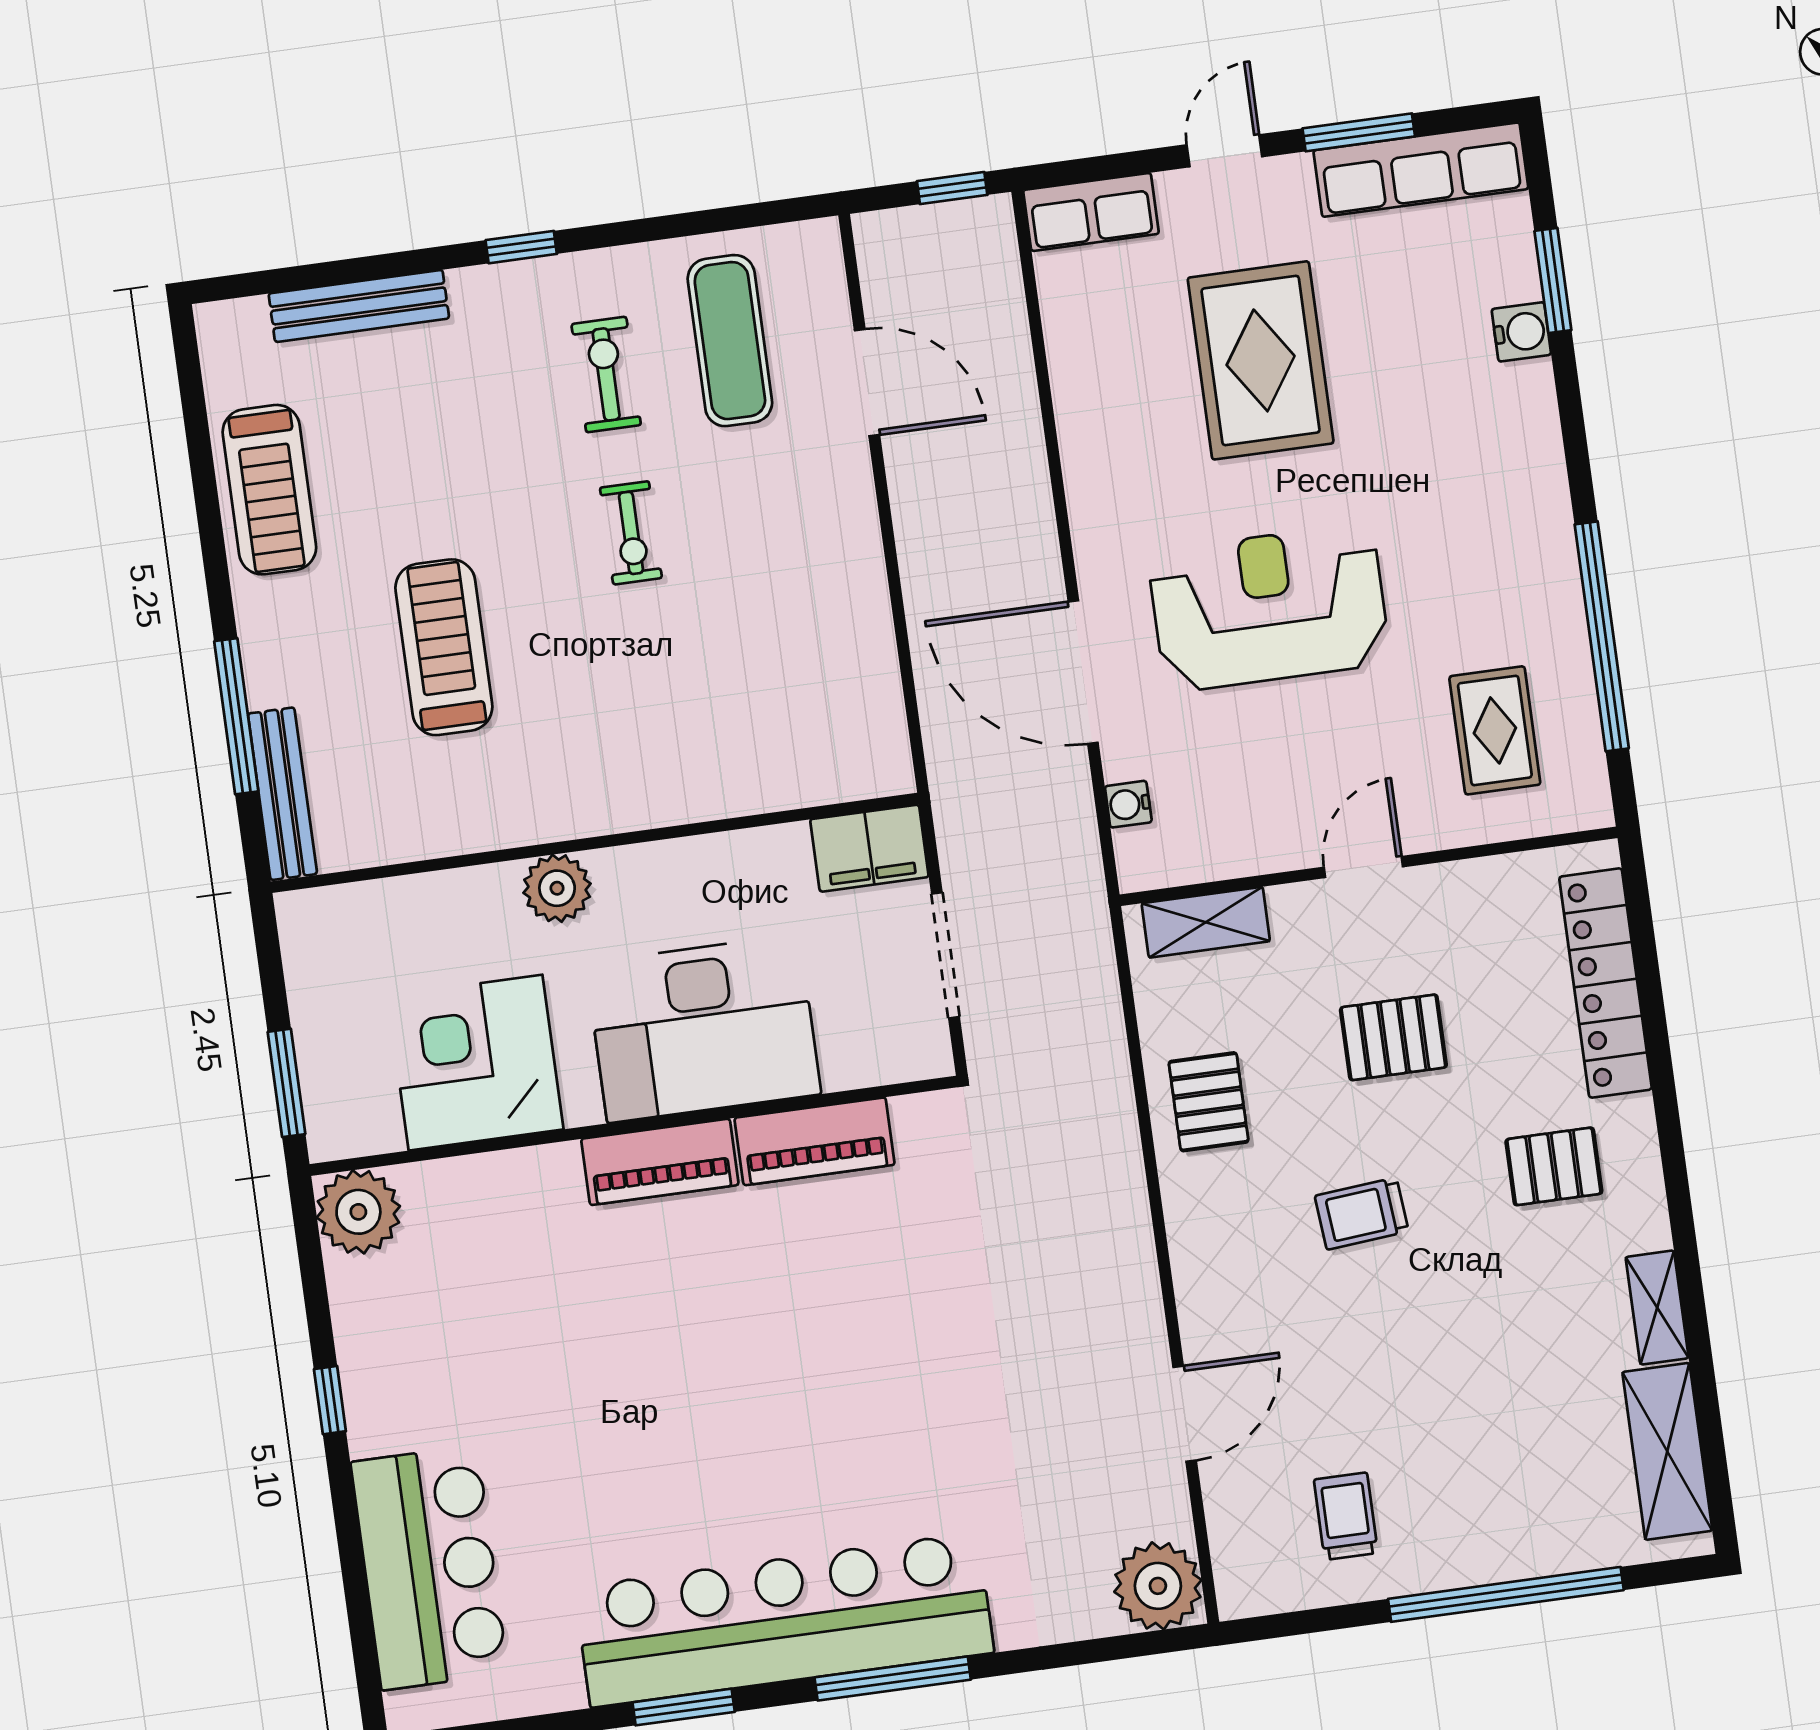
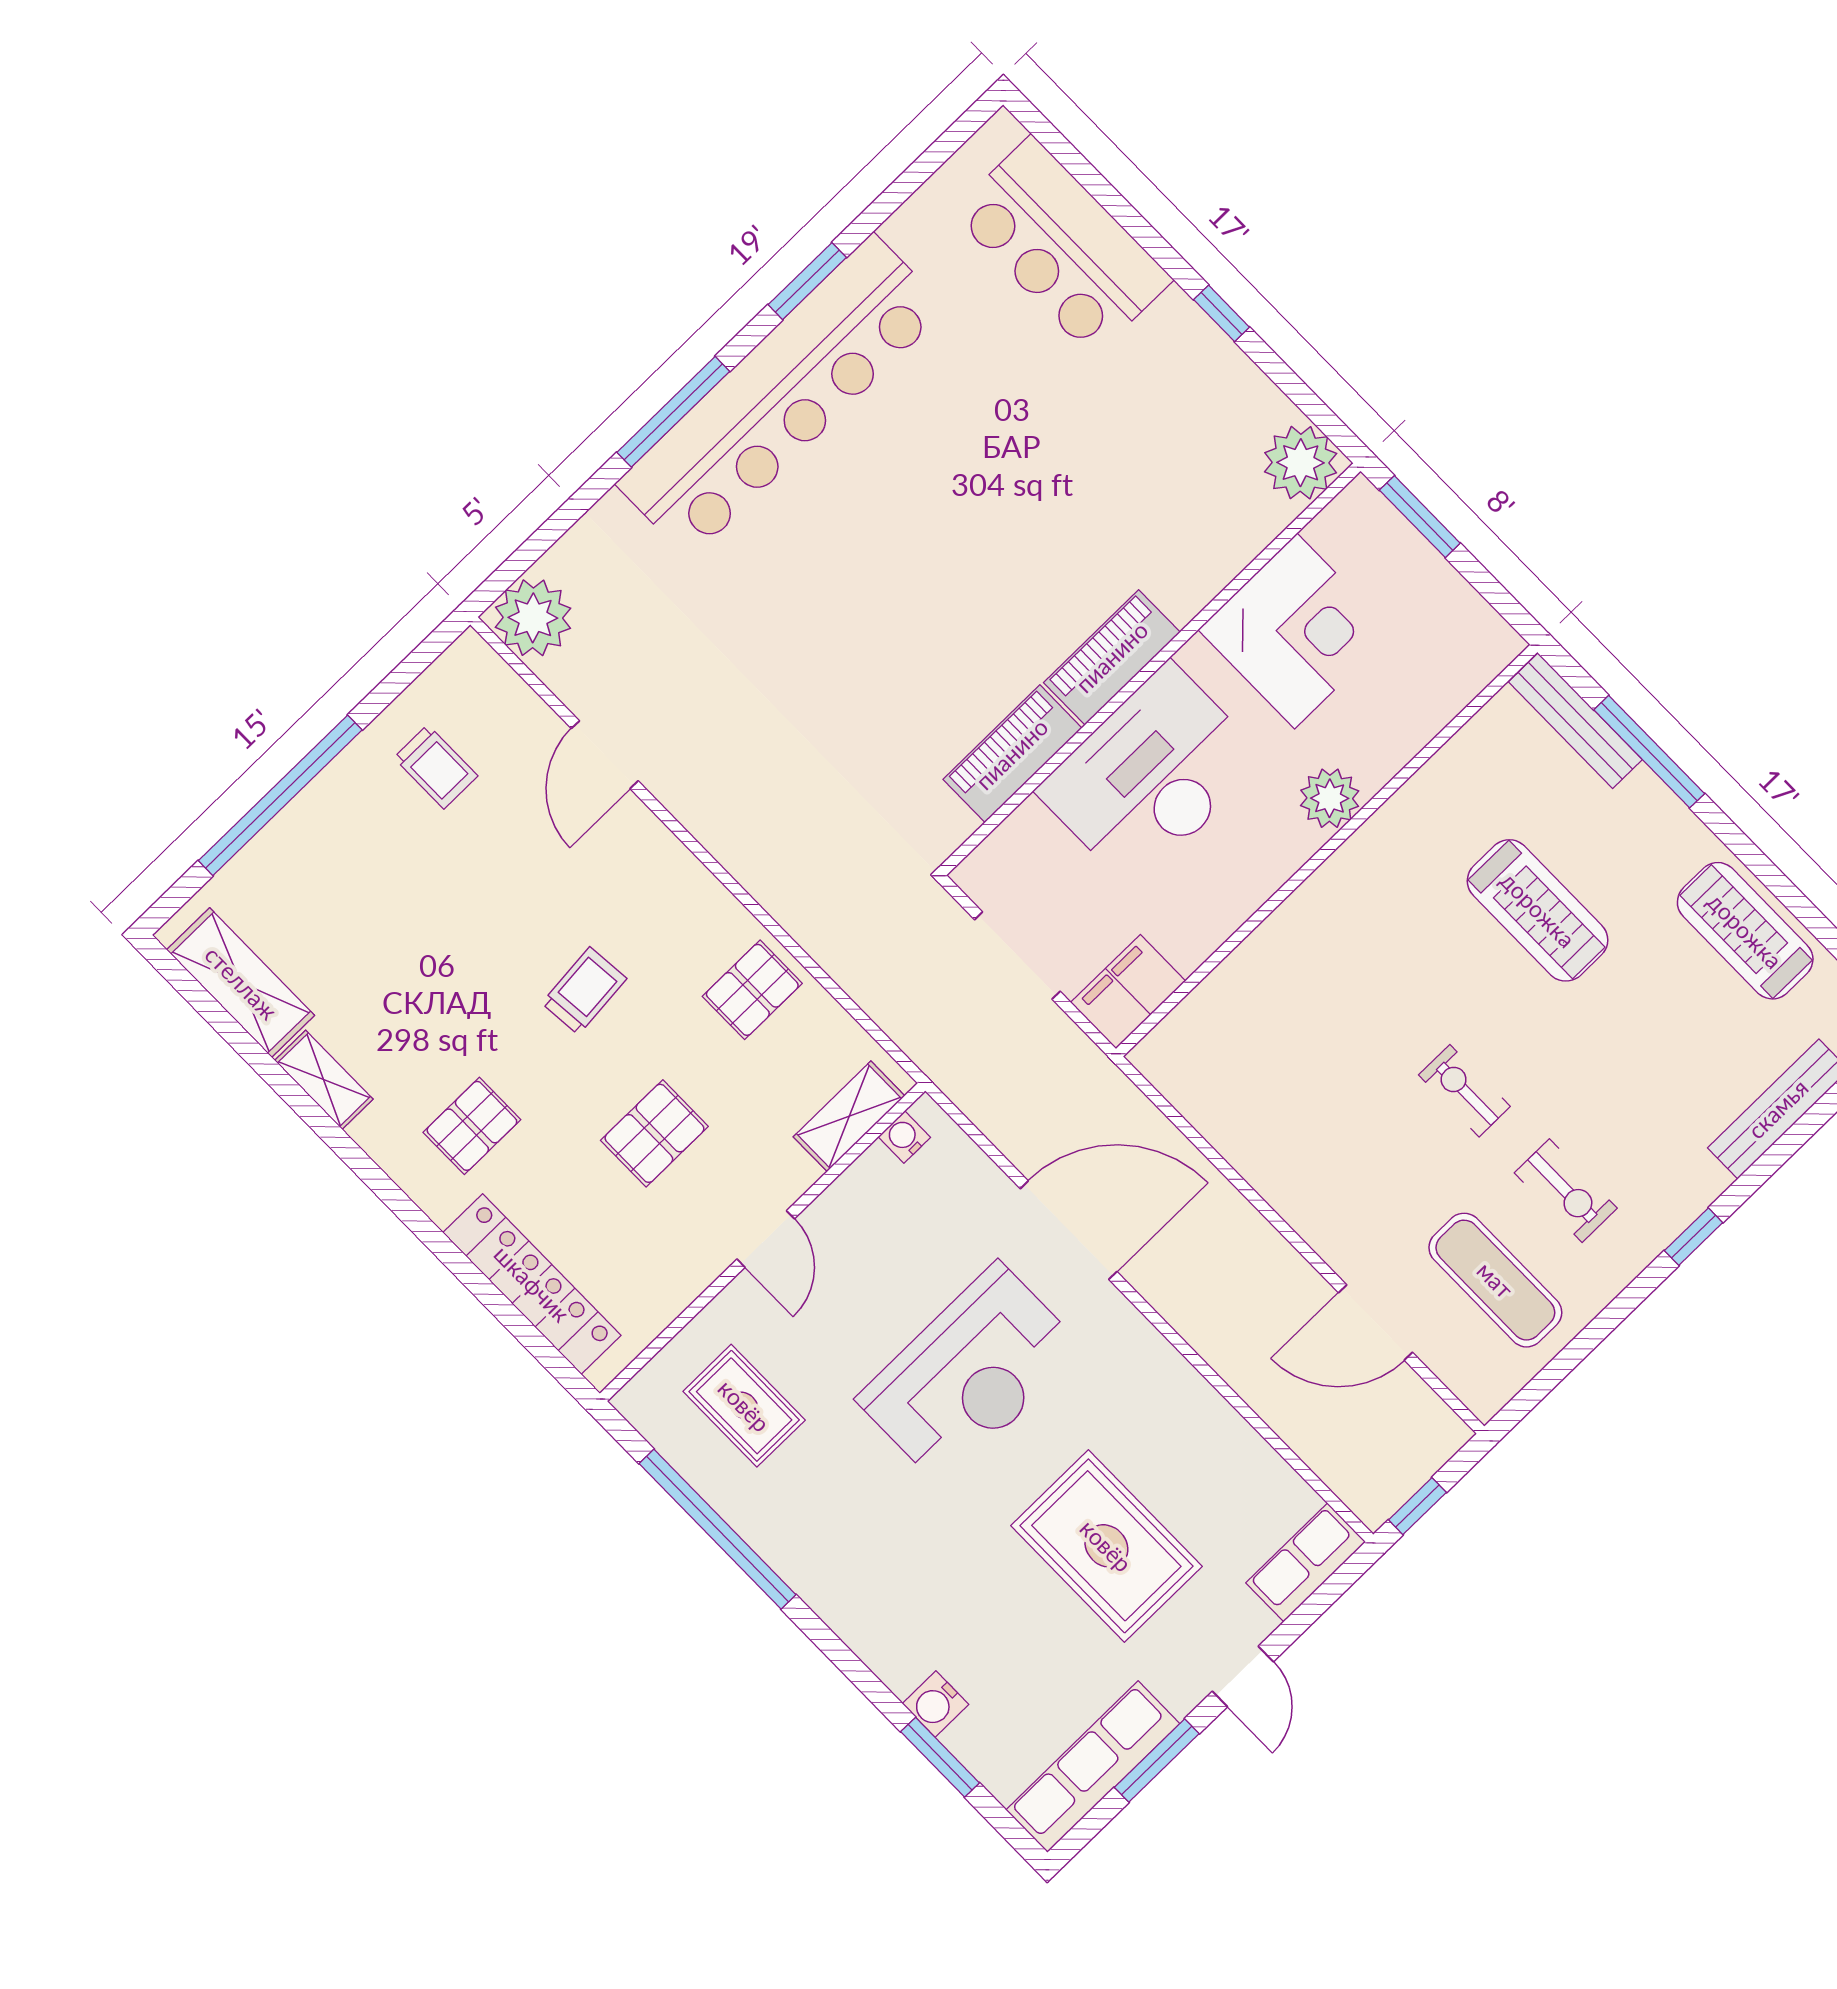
water cooler: (1128, 804) -> (904, 1137), moved, turned -90
pallet: (1209, 1102) -> (752, 990), turned 90

